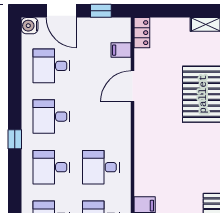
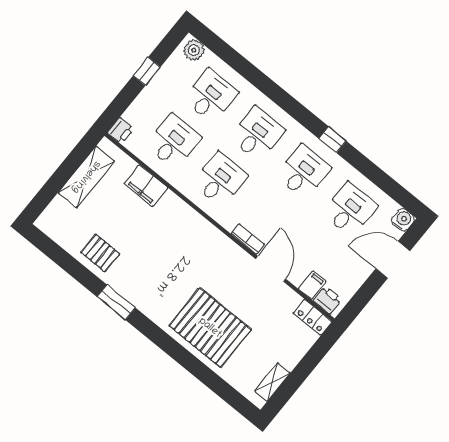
window: (101, 11) -> (363, 296), removed
printer: (122, 32) -> (328, 300), added
bookcase: (125, 117) -> (248, 239), added
window: (15, 139) -> (332, 140), moved

